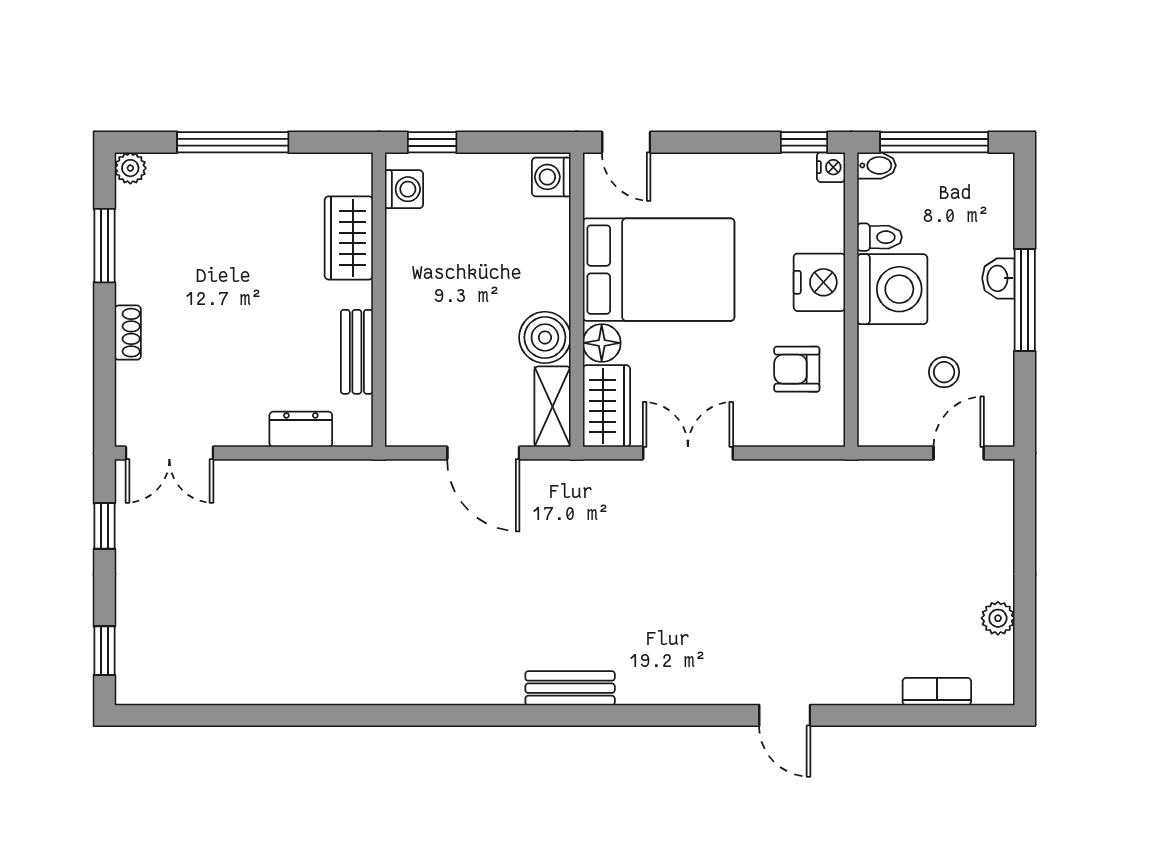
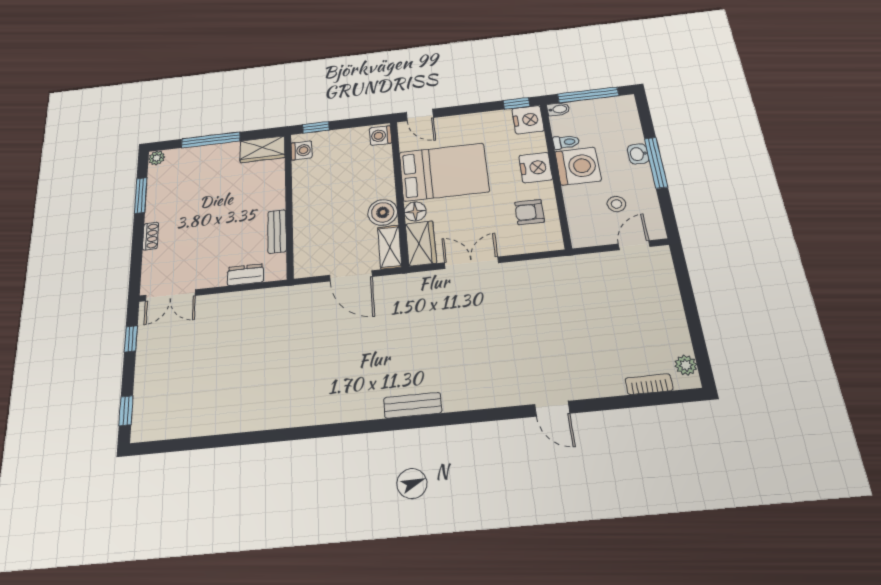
nightstand: (831, 167) -> (528, 120), width x1.89, depth x1.79
wardrobe: (349, 238) -> (262, 149), moved, turned -90
plant: (998, 618) -> (686, 365), moved

